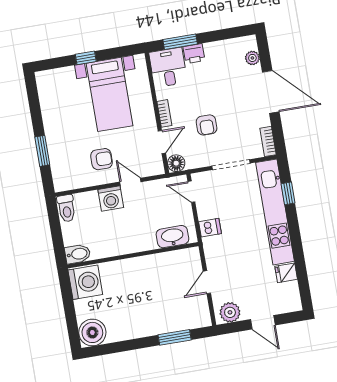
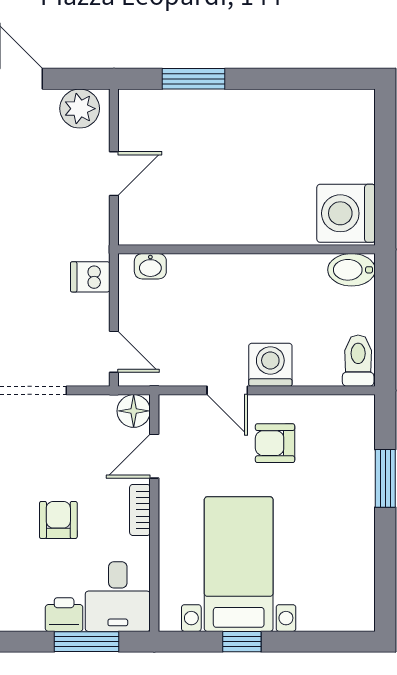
window: (86, 58) -> (242, 642), moved
armchair: (207, 125) -> (58, 520), moved
washbasin: (172, 237) -> (150, 266), width x0.52, depth x0.69
boiler: (92, 332) -> (349, 115), removed

